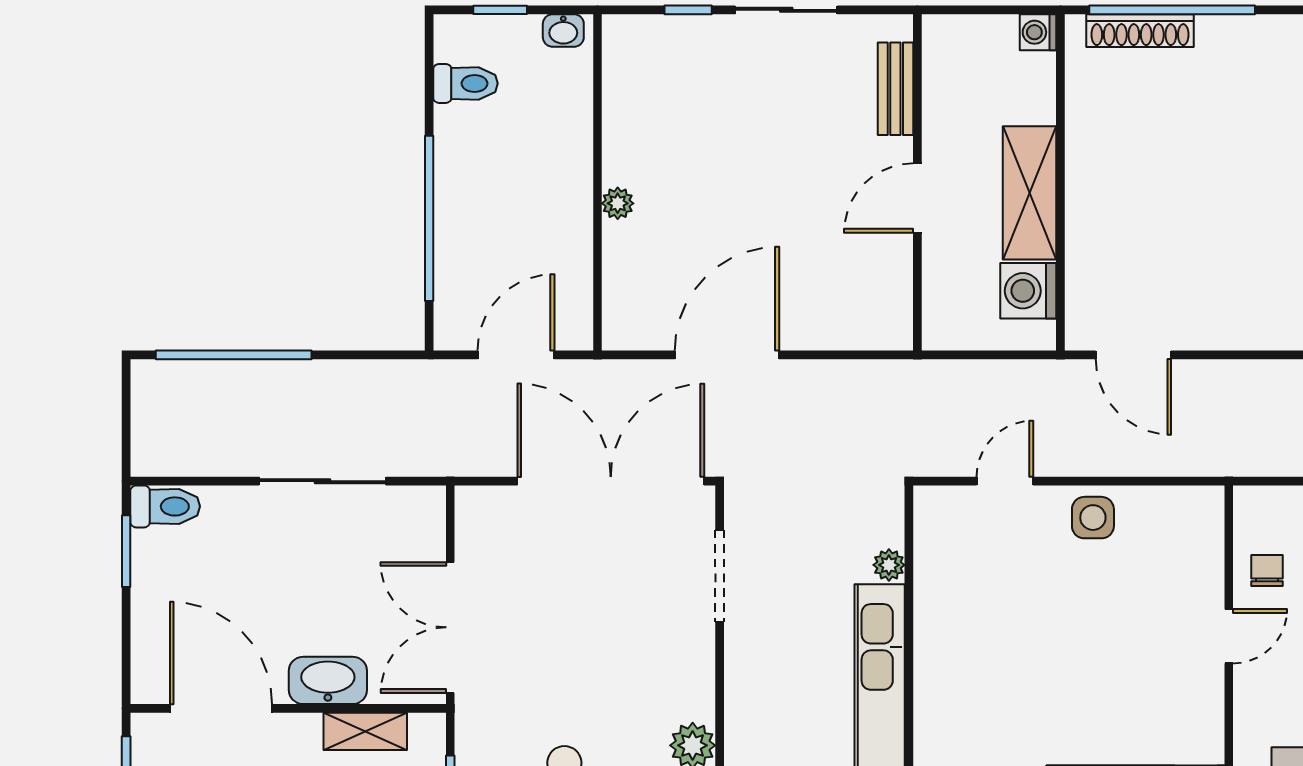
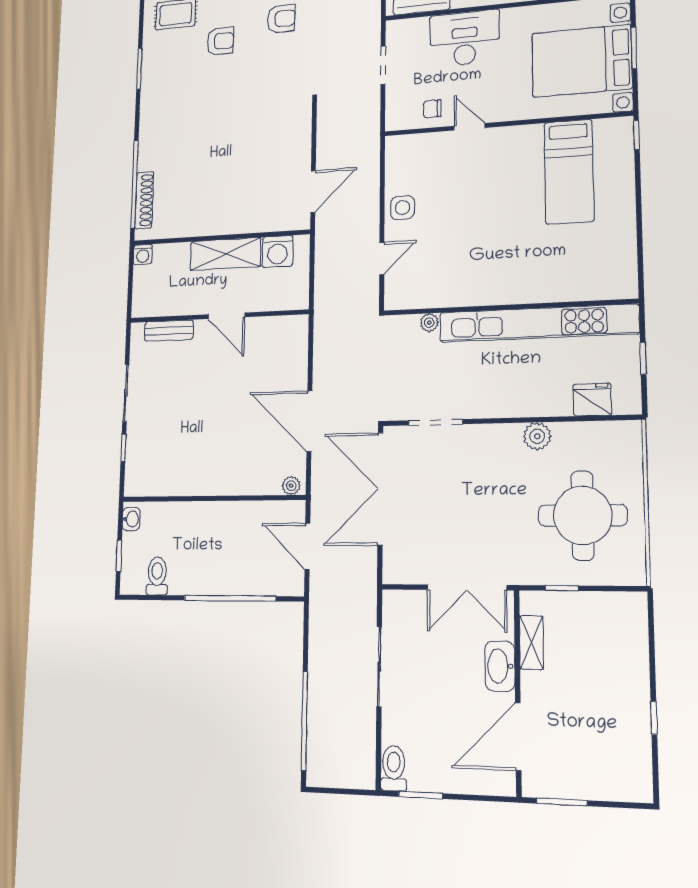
plant: (618, 203) -> (291, 486), moved
door: (1005, 481) -> (382, 258), swing flipped

